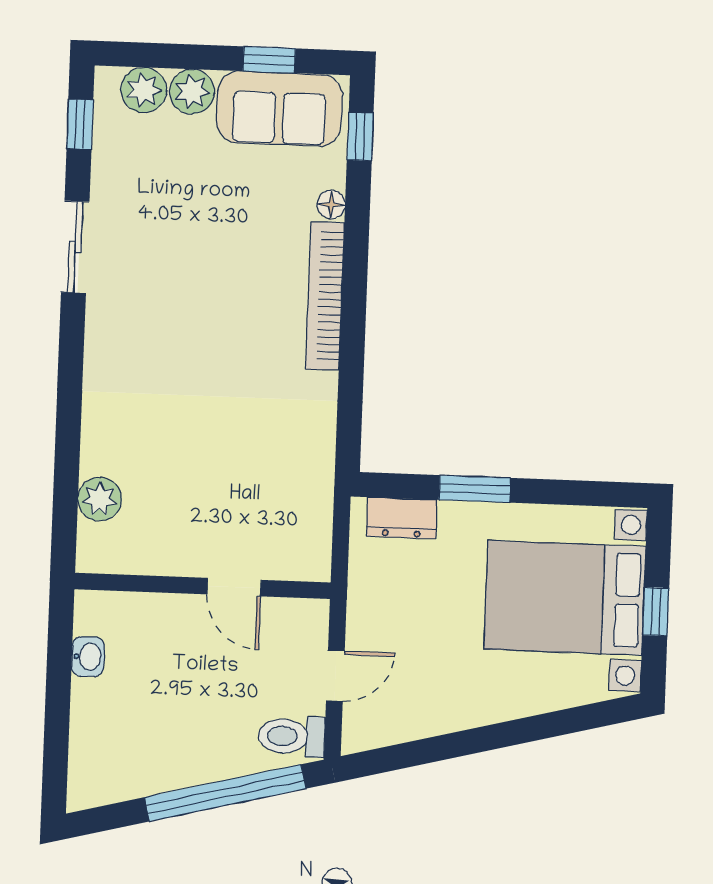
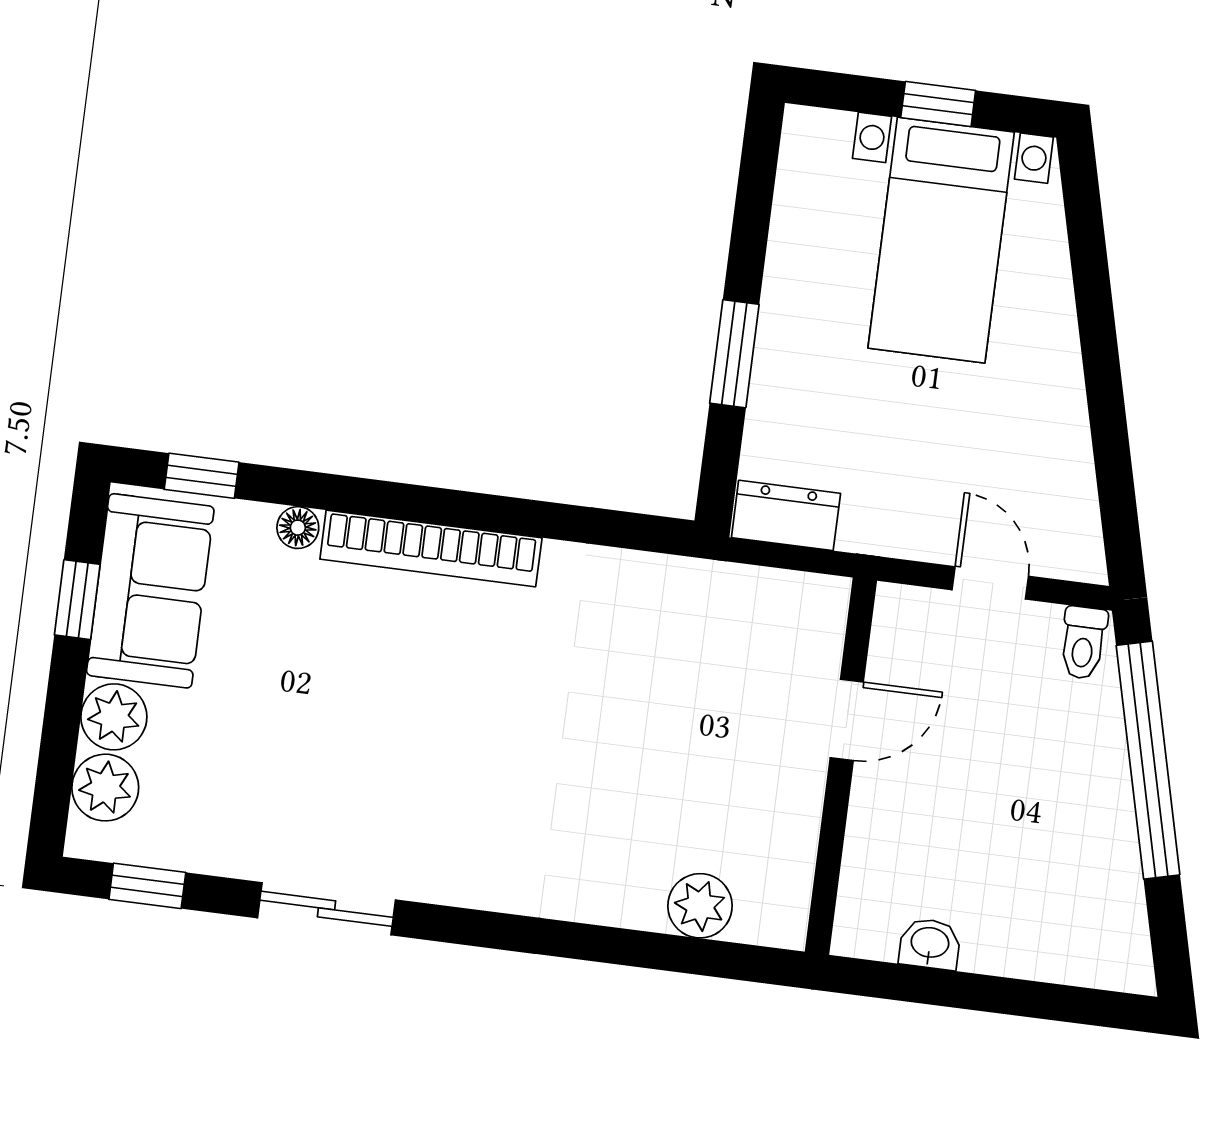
dresser: (402, 518) -> (786, 515), moved, turned -90
bed with nightstands: (565, 598) -> (941, 240), width x0.73
toilet: (292, 736) -> (1083, 643), width x0.73, depth x0.72

